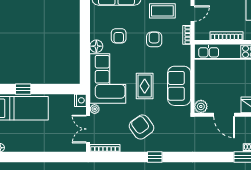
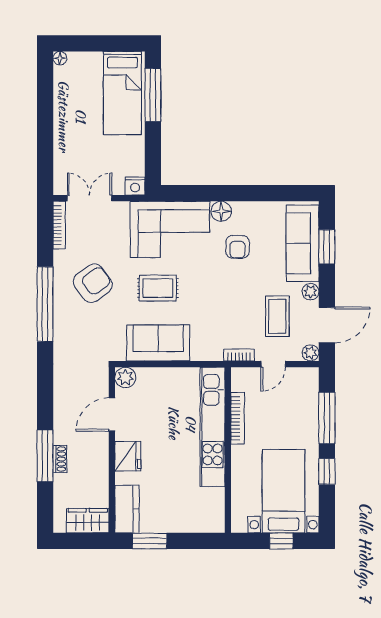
door: (192, 13) -> (273, 364), hinge flipped
armchair: (119, 36) -> (238, 247), turned -90
armchair: (154, 39) -> (232, 303), removed
window: (23, 89) -> (153, 95), width x2.17
plant: (95, 109) -> (121, 209), removed
window: (155, 157) -> (45, 304), width x3.17

